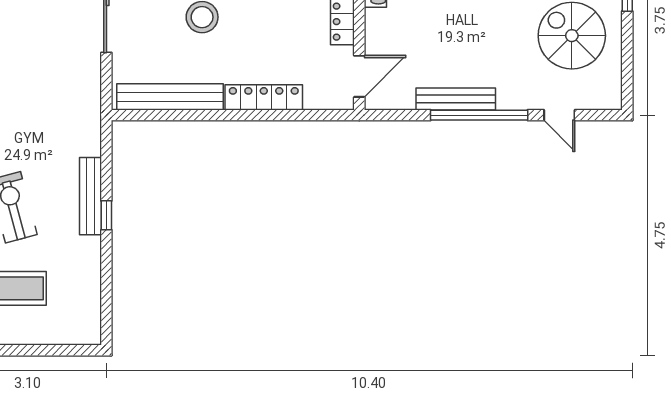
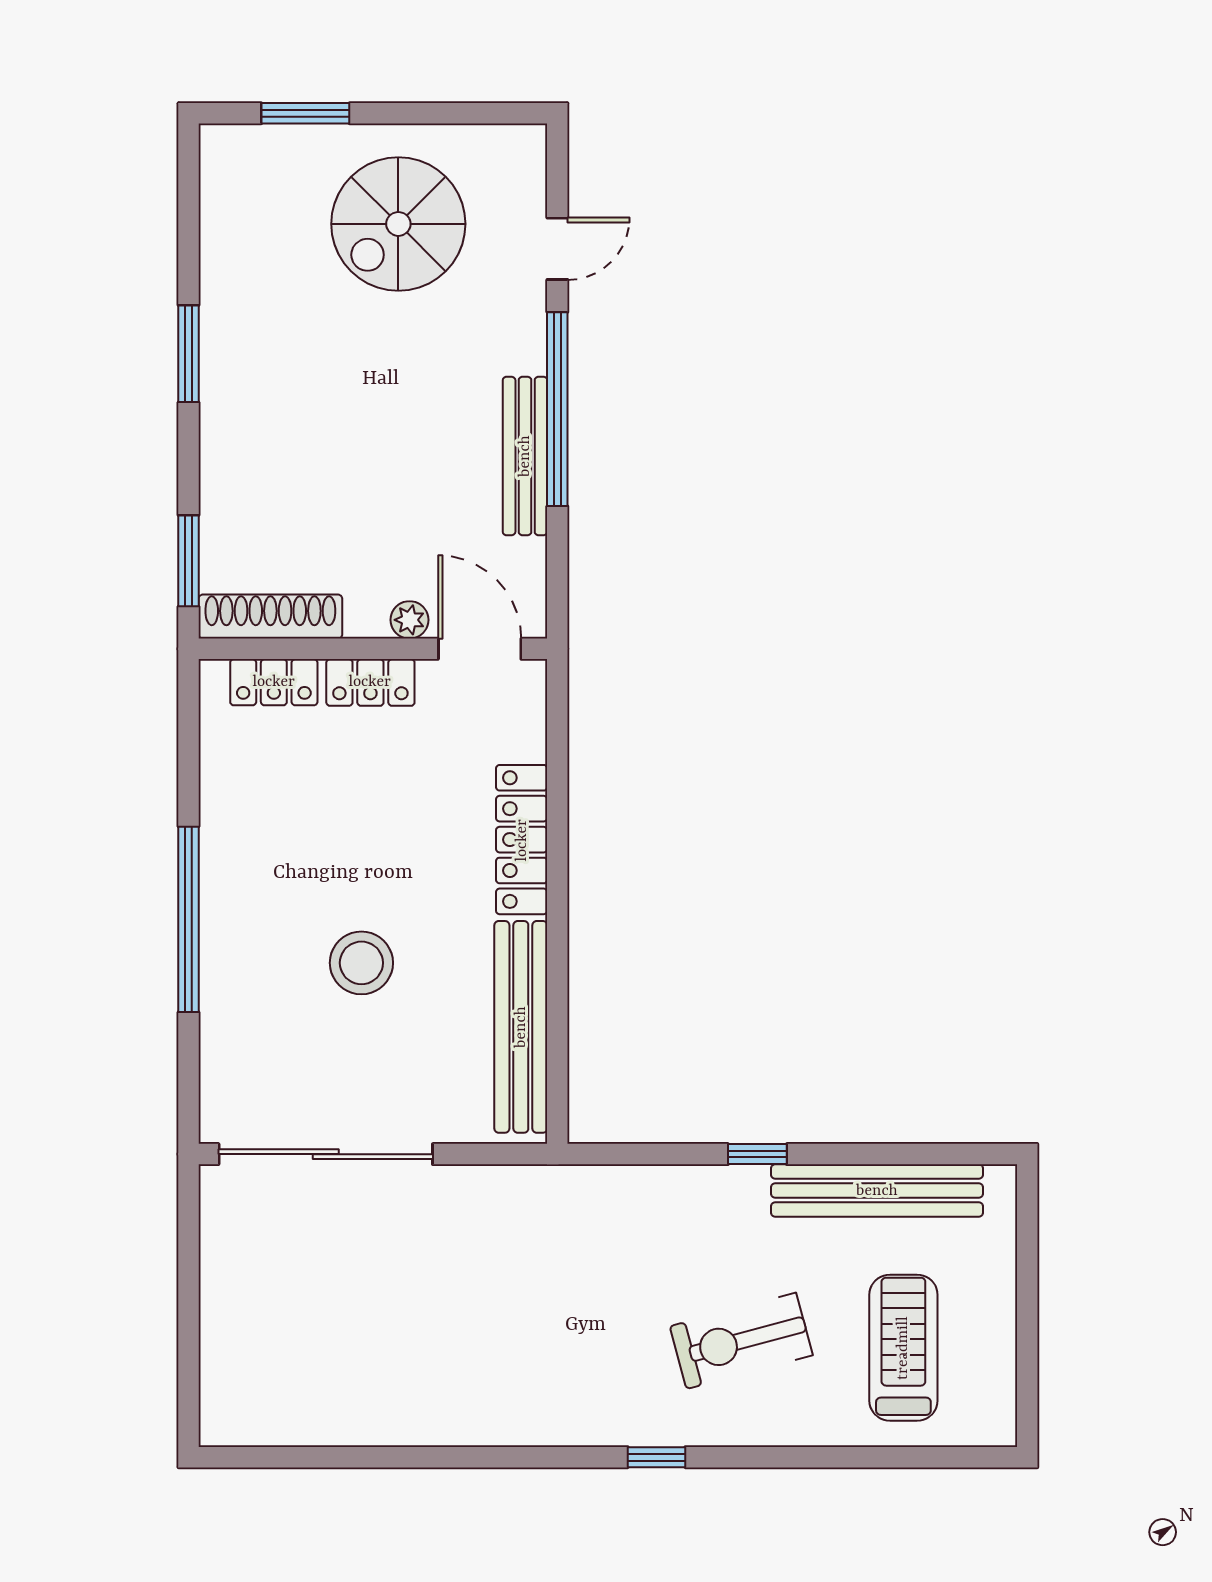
plant: (374, 41) -> (409, 620), added
bench: (90, 196) -> (877, 1191), moved, width x1.37, depth x1.21

